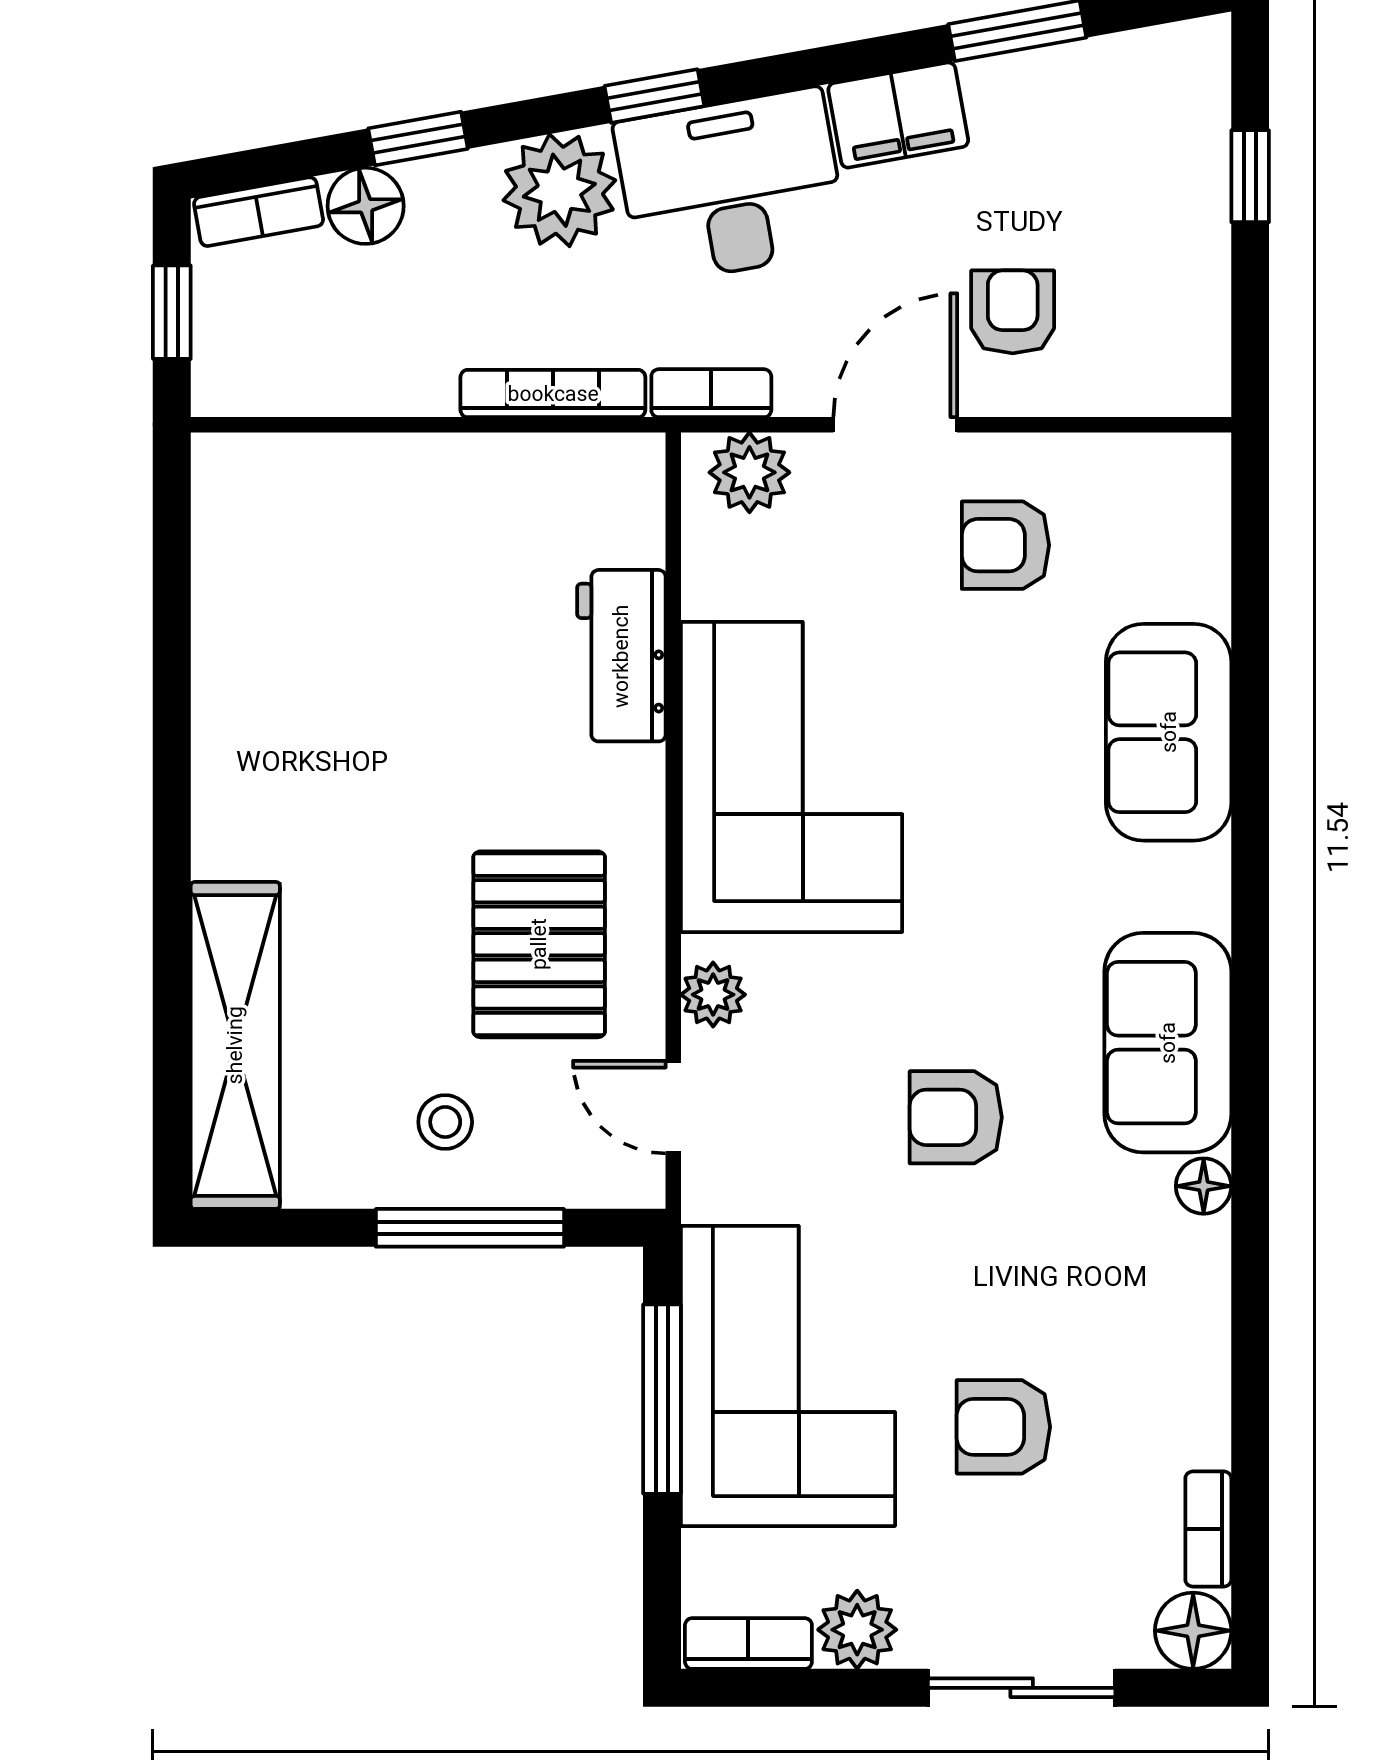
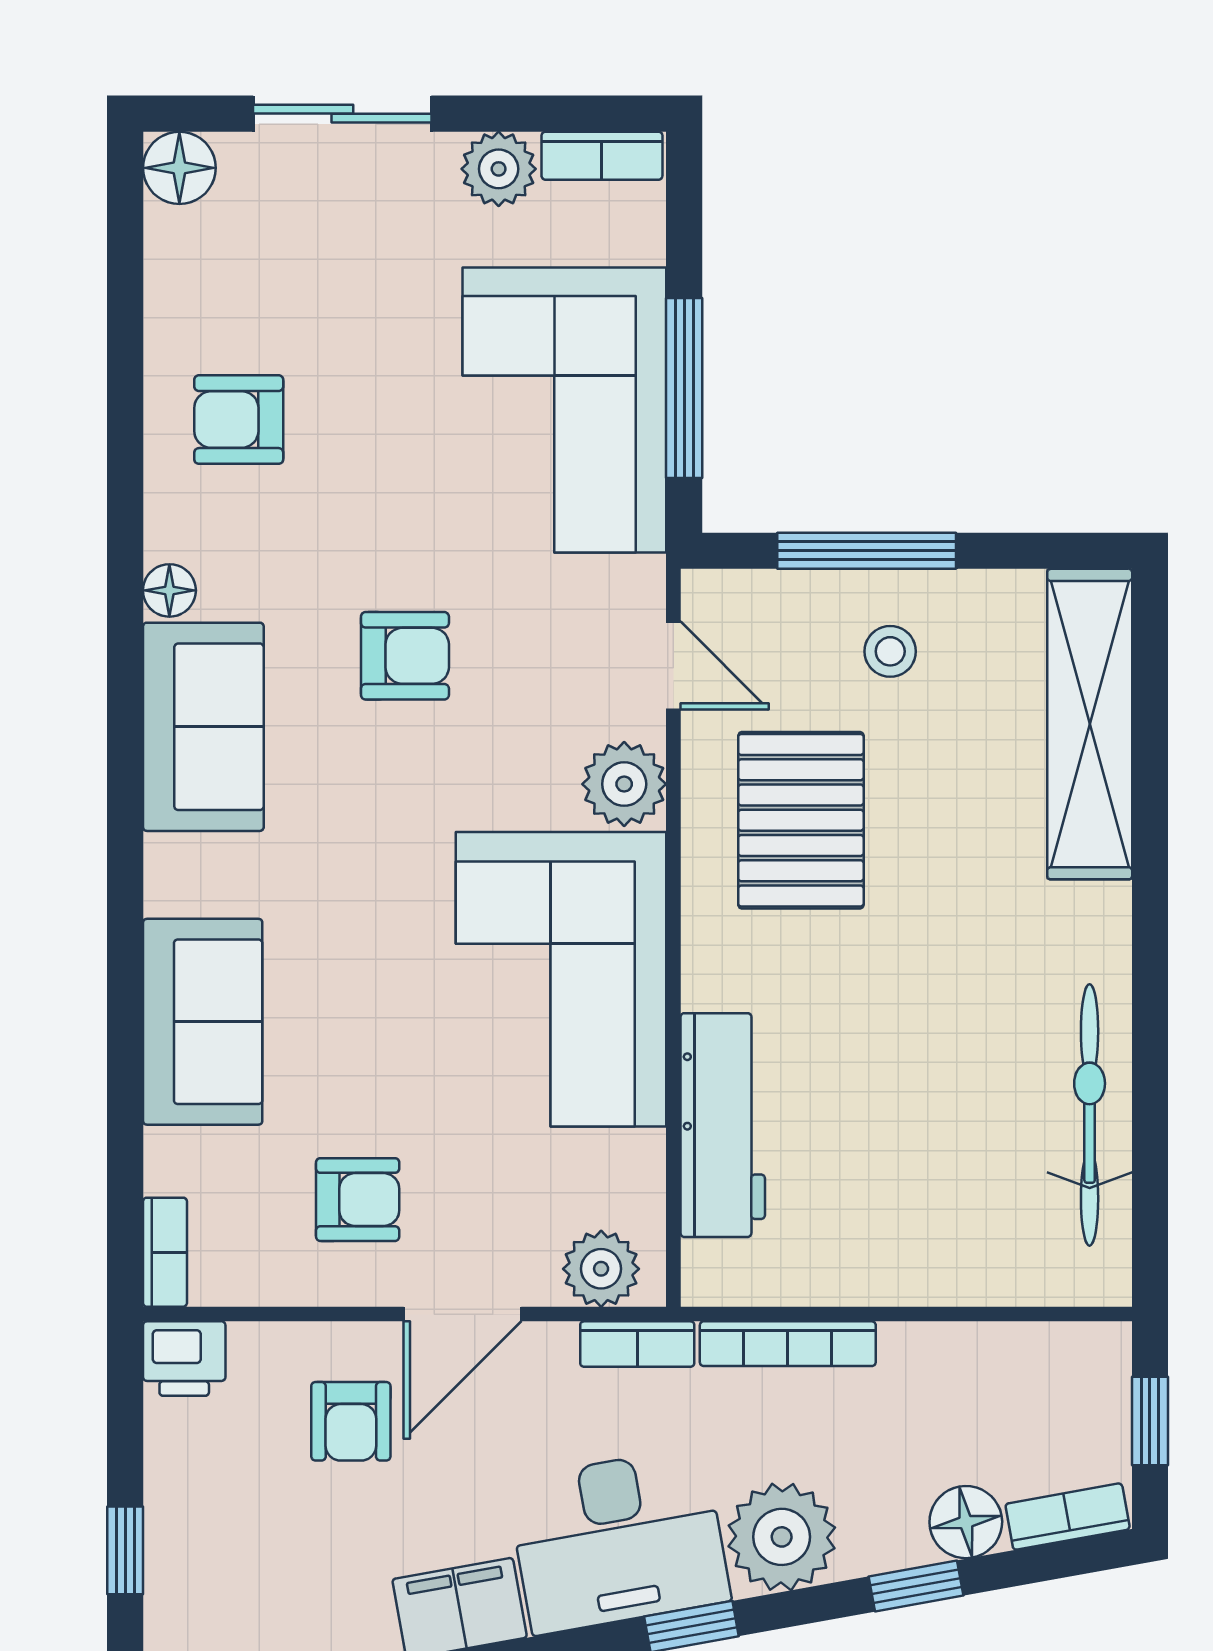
printer: (1188, 378) -> (184, 1359), added
bicycle: (235, 634) -> (1090, 1115), added
workbench: (621, 656) -> (723, 1125), width x1.38
plant: (713, 995) -> (624, 784), width x1.38, depth x1.38
armchair: (1003, 1427) -> (239, 420), moved, turned 180
bookcase: (1208, 1529) -> (165, 1252), moved

